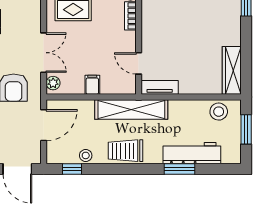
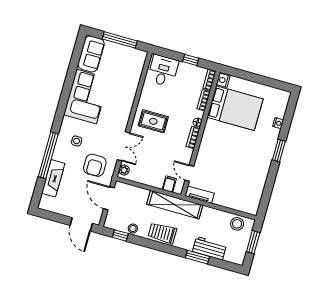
wardrobe: (232, 70) -> (255, 197), removed
filing cabinet: (92, 85) -> (169, 184), moved
door: (44, 125) -> (109, 198), swing flipped
workbench: (192, 153) -> (209, 248), width x0.73

